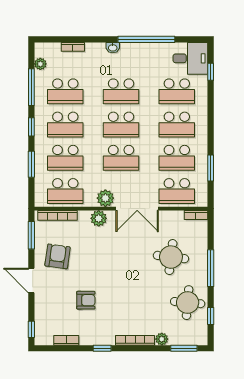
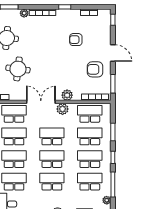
armchair: (58, 256) -> (95, 69), turned 82

